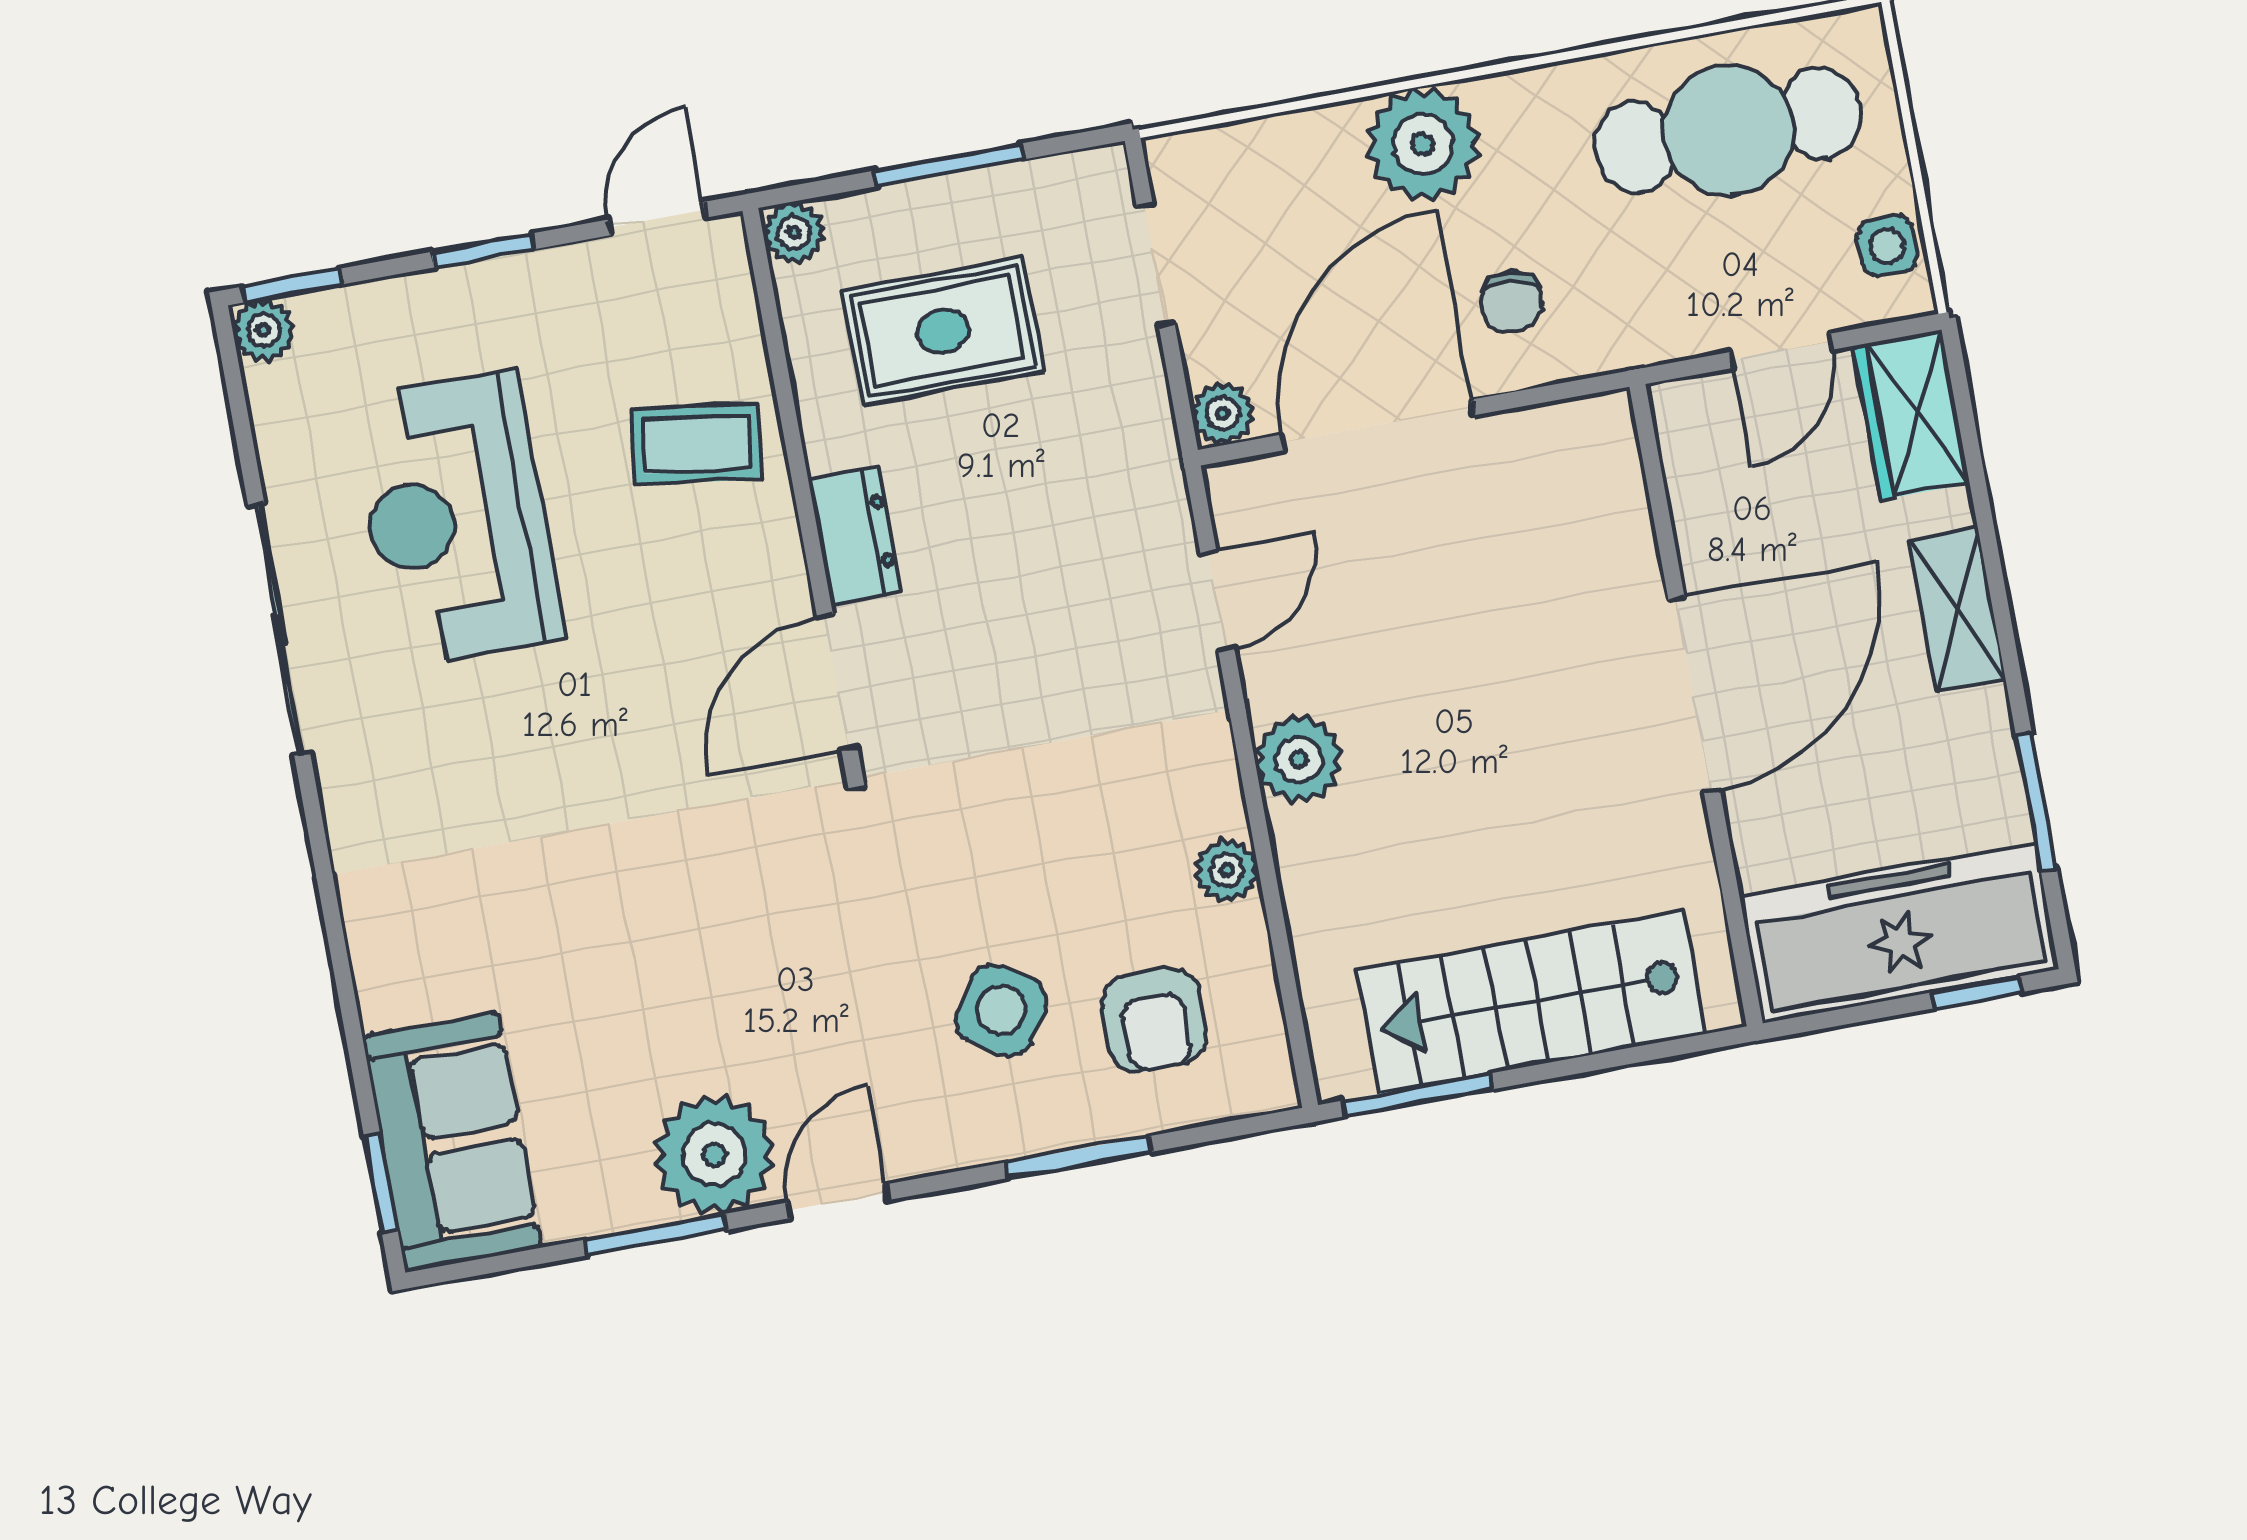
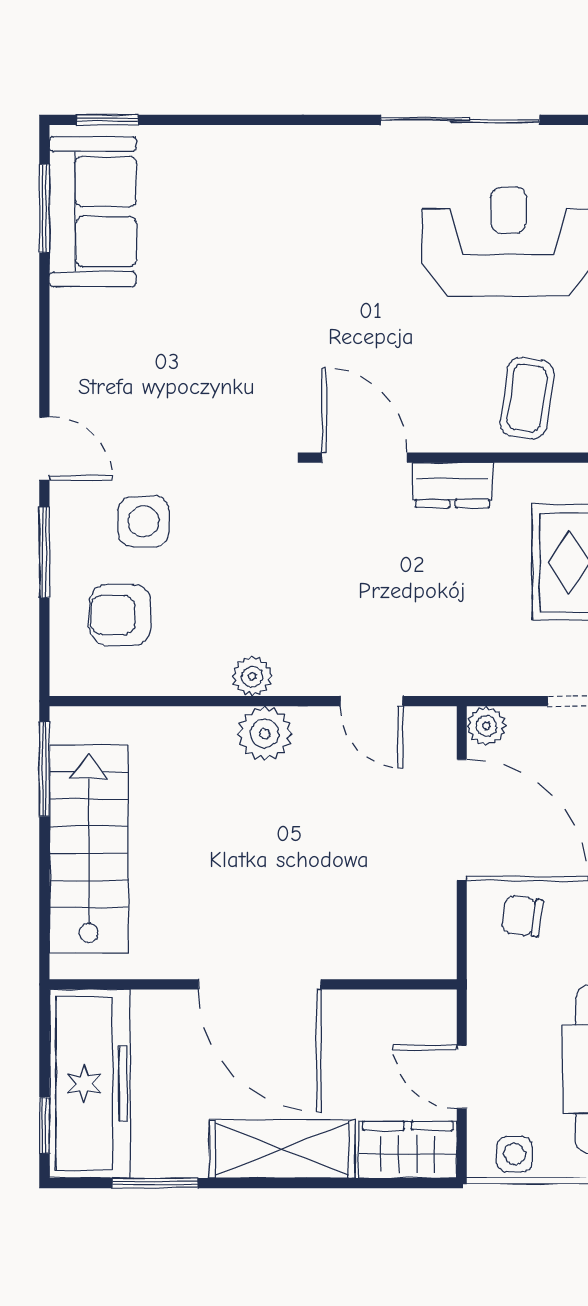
shelving: (1958, 610) -> (282, 1149), width x1.50, depth x1.33
plant: (1227, 870) -> (252, 676), moved
side table: (1001, 1010) -> (144, 522), turned -33
sofa: (452, 1142) -> (93, 212), moved, turned -90
plant: (714, 1154) -> (87, 329), removed
door: (838, 1201) -> (44, 448), moved
window: (656, 1235) -> (44, 209), moved

